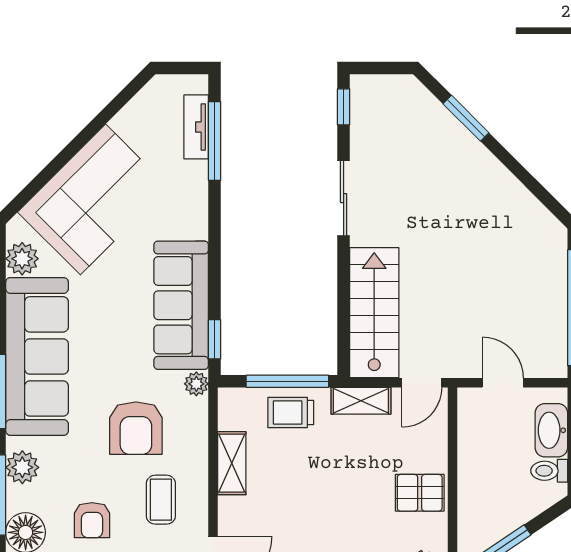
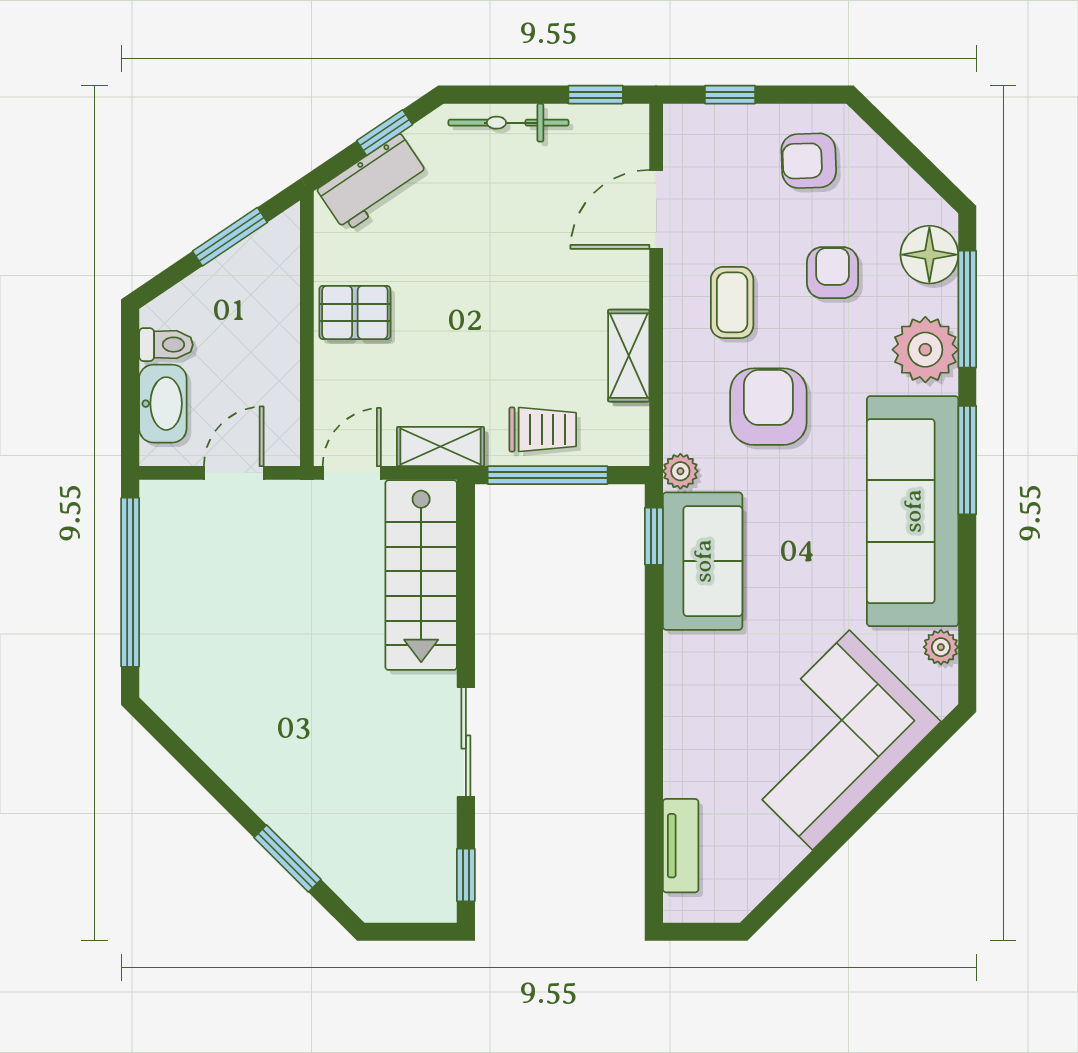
window: (215, 141) -> (654, 825), removed
plant: (22, 259) -> (941, 647), width x0.73, depth x0.73
sofa: (181, 305) -> (703, 561), width x0.73
door: (503, 383) -> (234, 473), swing flipped
plant: (22, 467) -> (925, 350), width x1.36, depth x1.36

